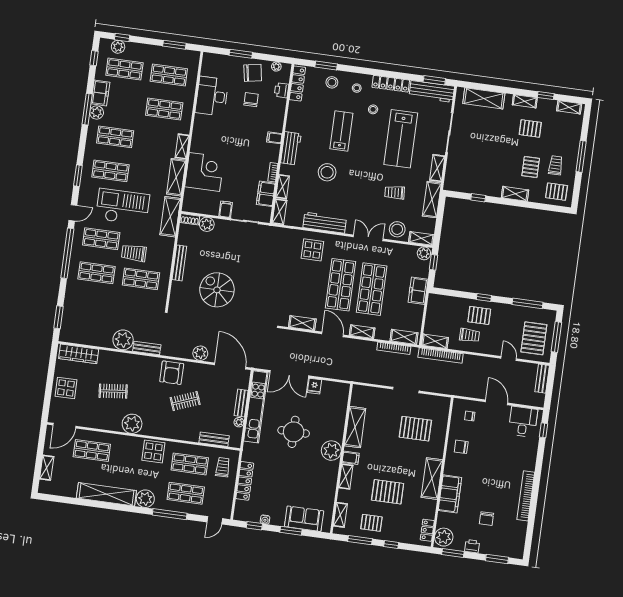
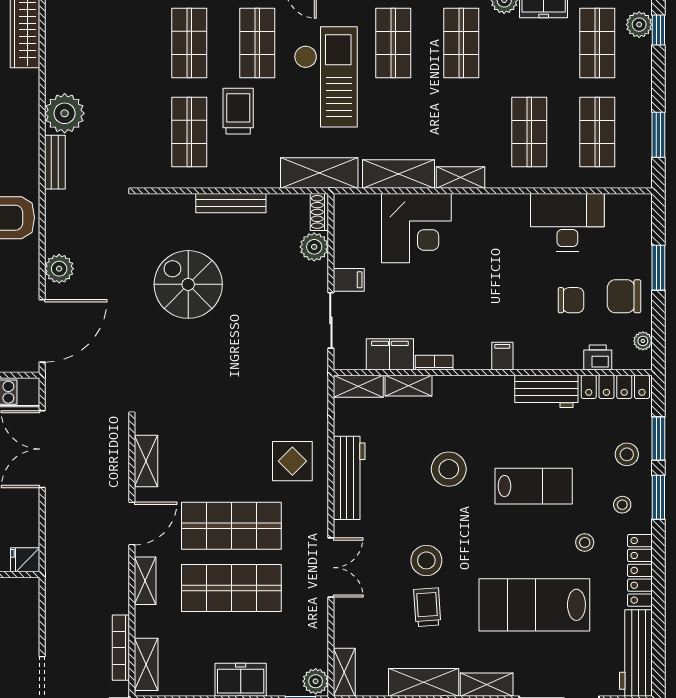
chair: (253, 73) -> (624, 296), turned 100
window: (434, 80) -> (658, 497), moved
workbench: (291, 148) -> (546, 391), moved
stool: (397, 229) -> (426, 560), moved
spiral stairs: (217, 290) -> (188, 284), turned -90
fridge: (314, 386) -> (25, 560), moved

